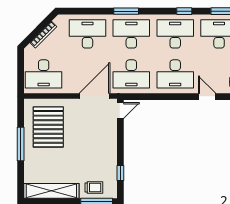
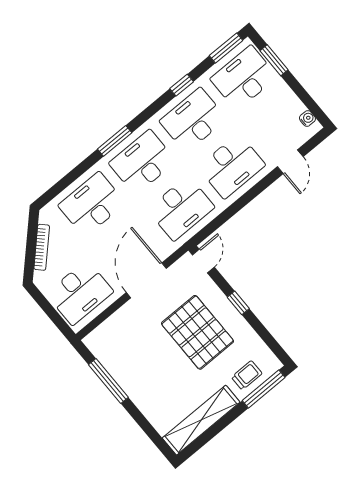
door: (94, 96) -> (146, 280), moved
door: (207, 97) -> (290, 162), swing flipped
pallet: (48, 127) -> (198, 332), moved
window: (21, 144) -> (108, 381), moved
window: (120, 173) -> (238, 303), moved

